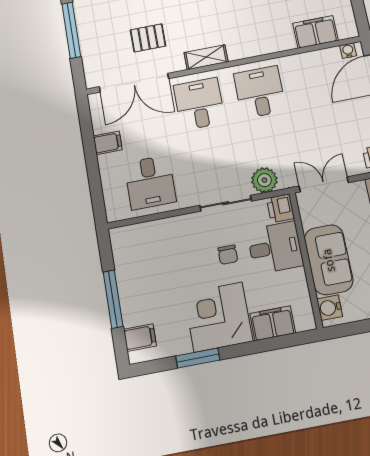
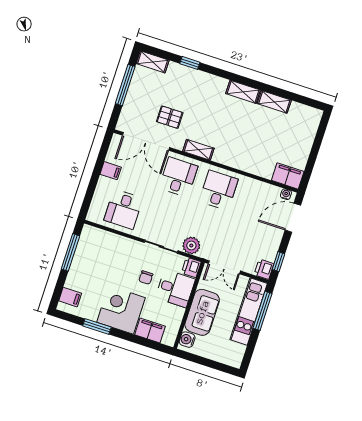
filing cabinet: (315, 32) -> (288, 176), moved
double door: (324, 184) -> (224, 267), swing flipped
window: (113, 299) -> (70, 252), moved

